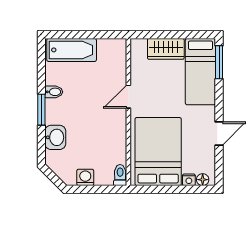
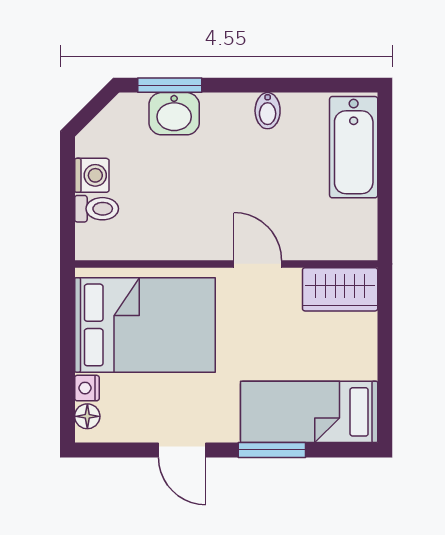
wardrobe: (166, 49) -> (340, 289), moved, turned -90
window: (219, 62) -> (272, 450), moved
window: (41, 110) -> (170, 85), moved
toilet: (120, 175) -> (97, 209), moved

